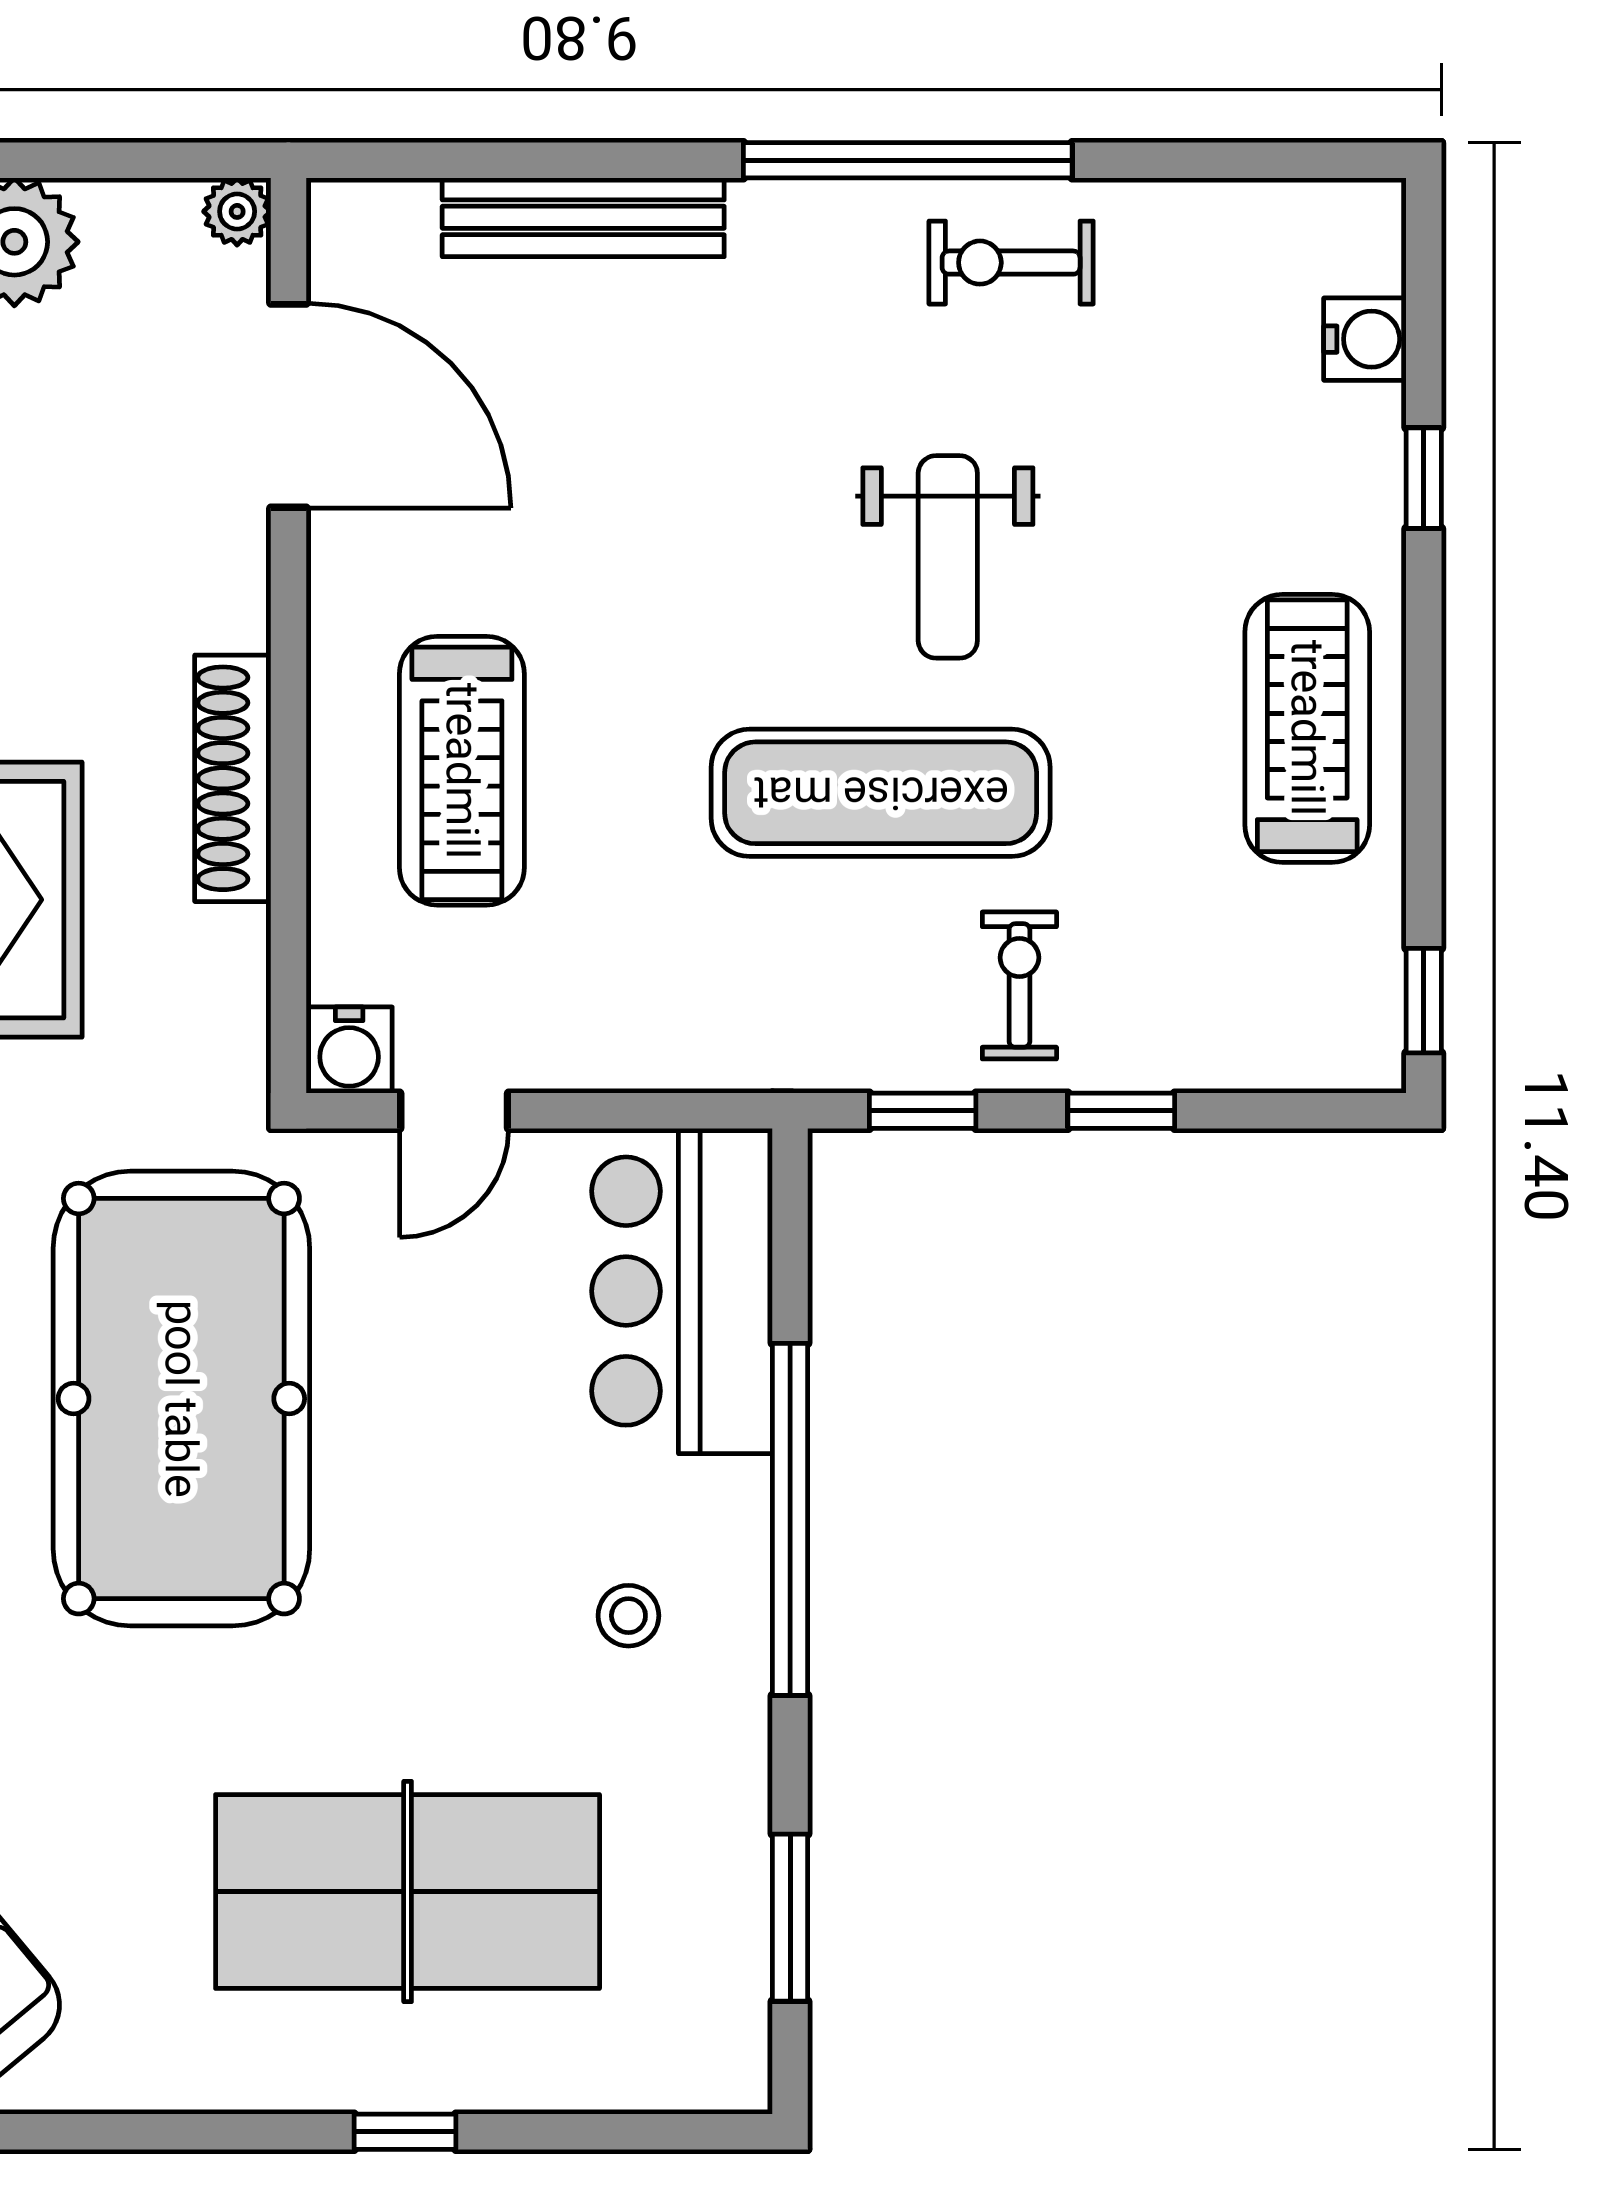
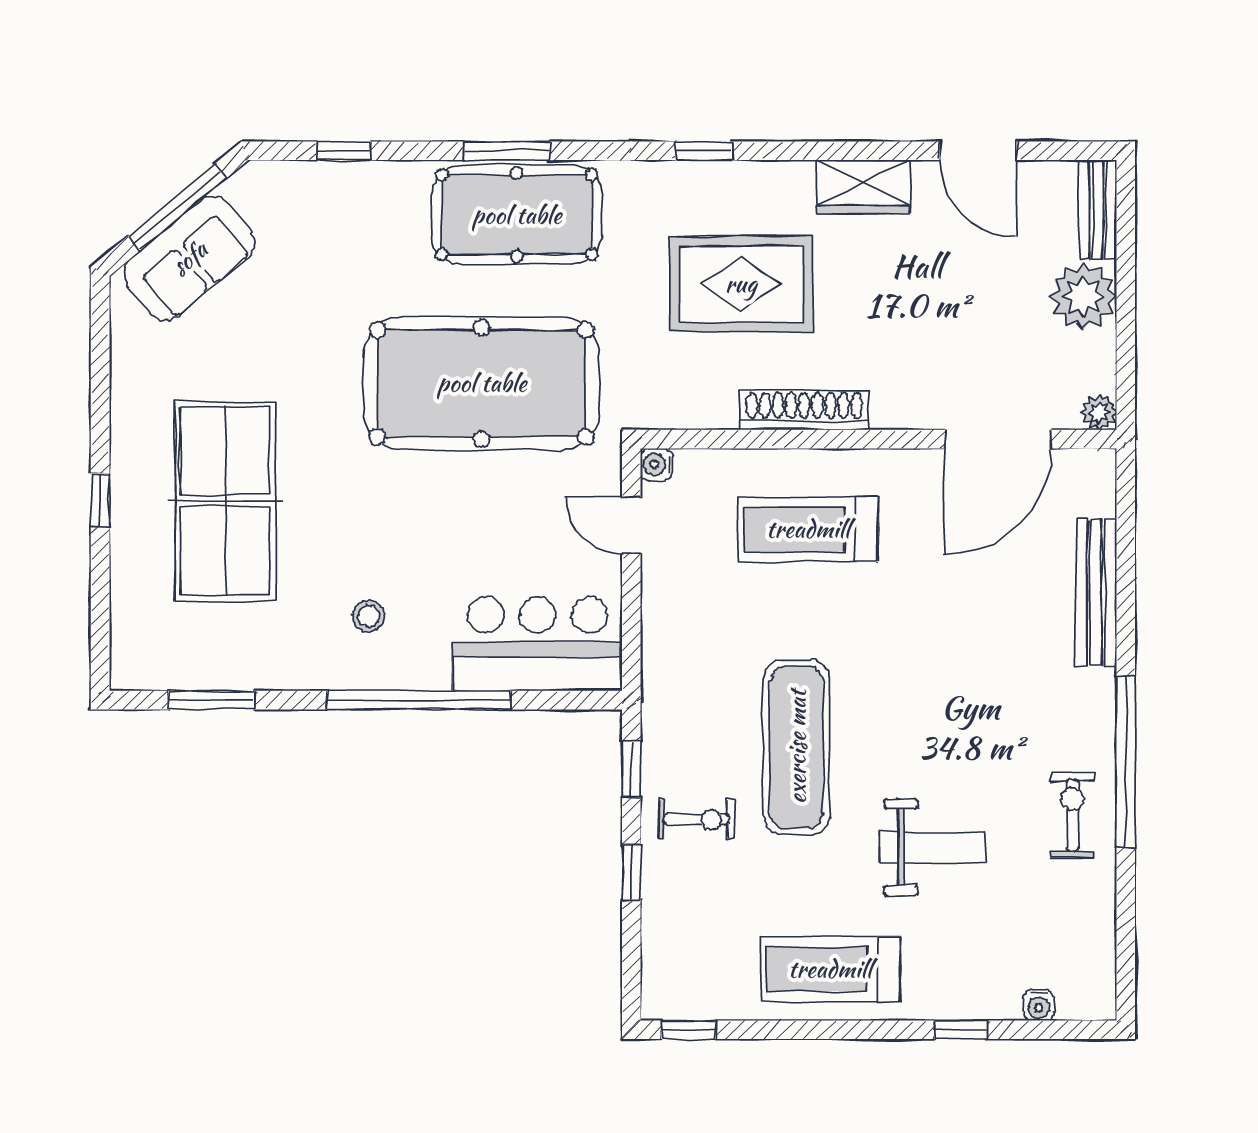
water cooler: (1365, 339) -> (1039, 1005), width x0.72, depth x0.72
weight bench: (948, 557) -> (933, 847), moved, turned 180
treadmill: (1307, 728) -> (830, 969), turned 180
water cooler: (349, 1050) -> (657, 465), width x0.72, depth x0.72

